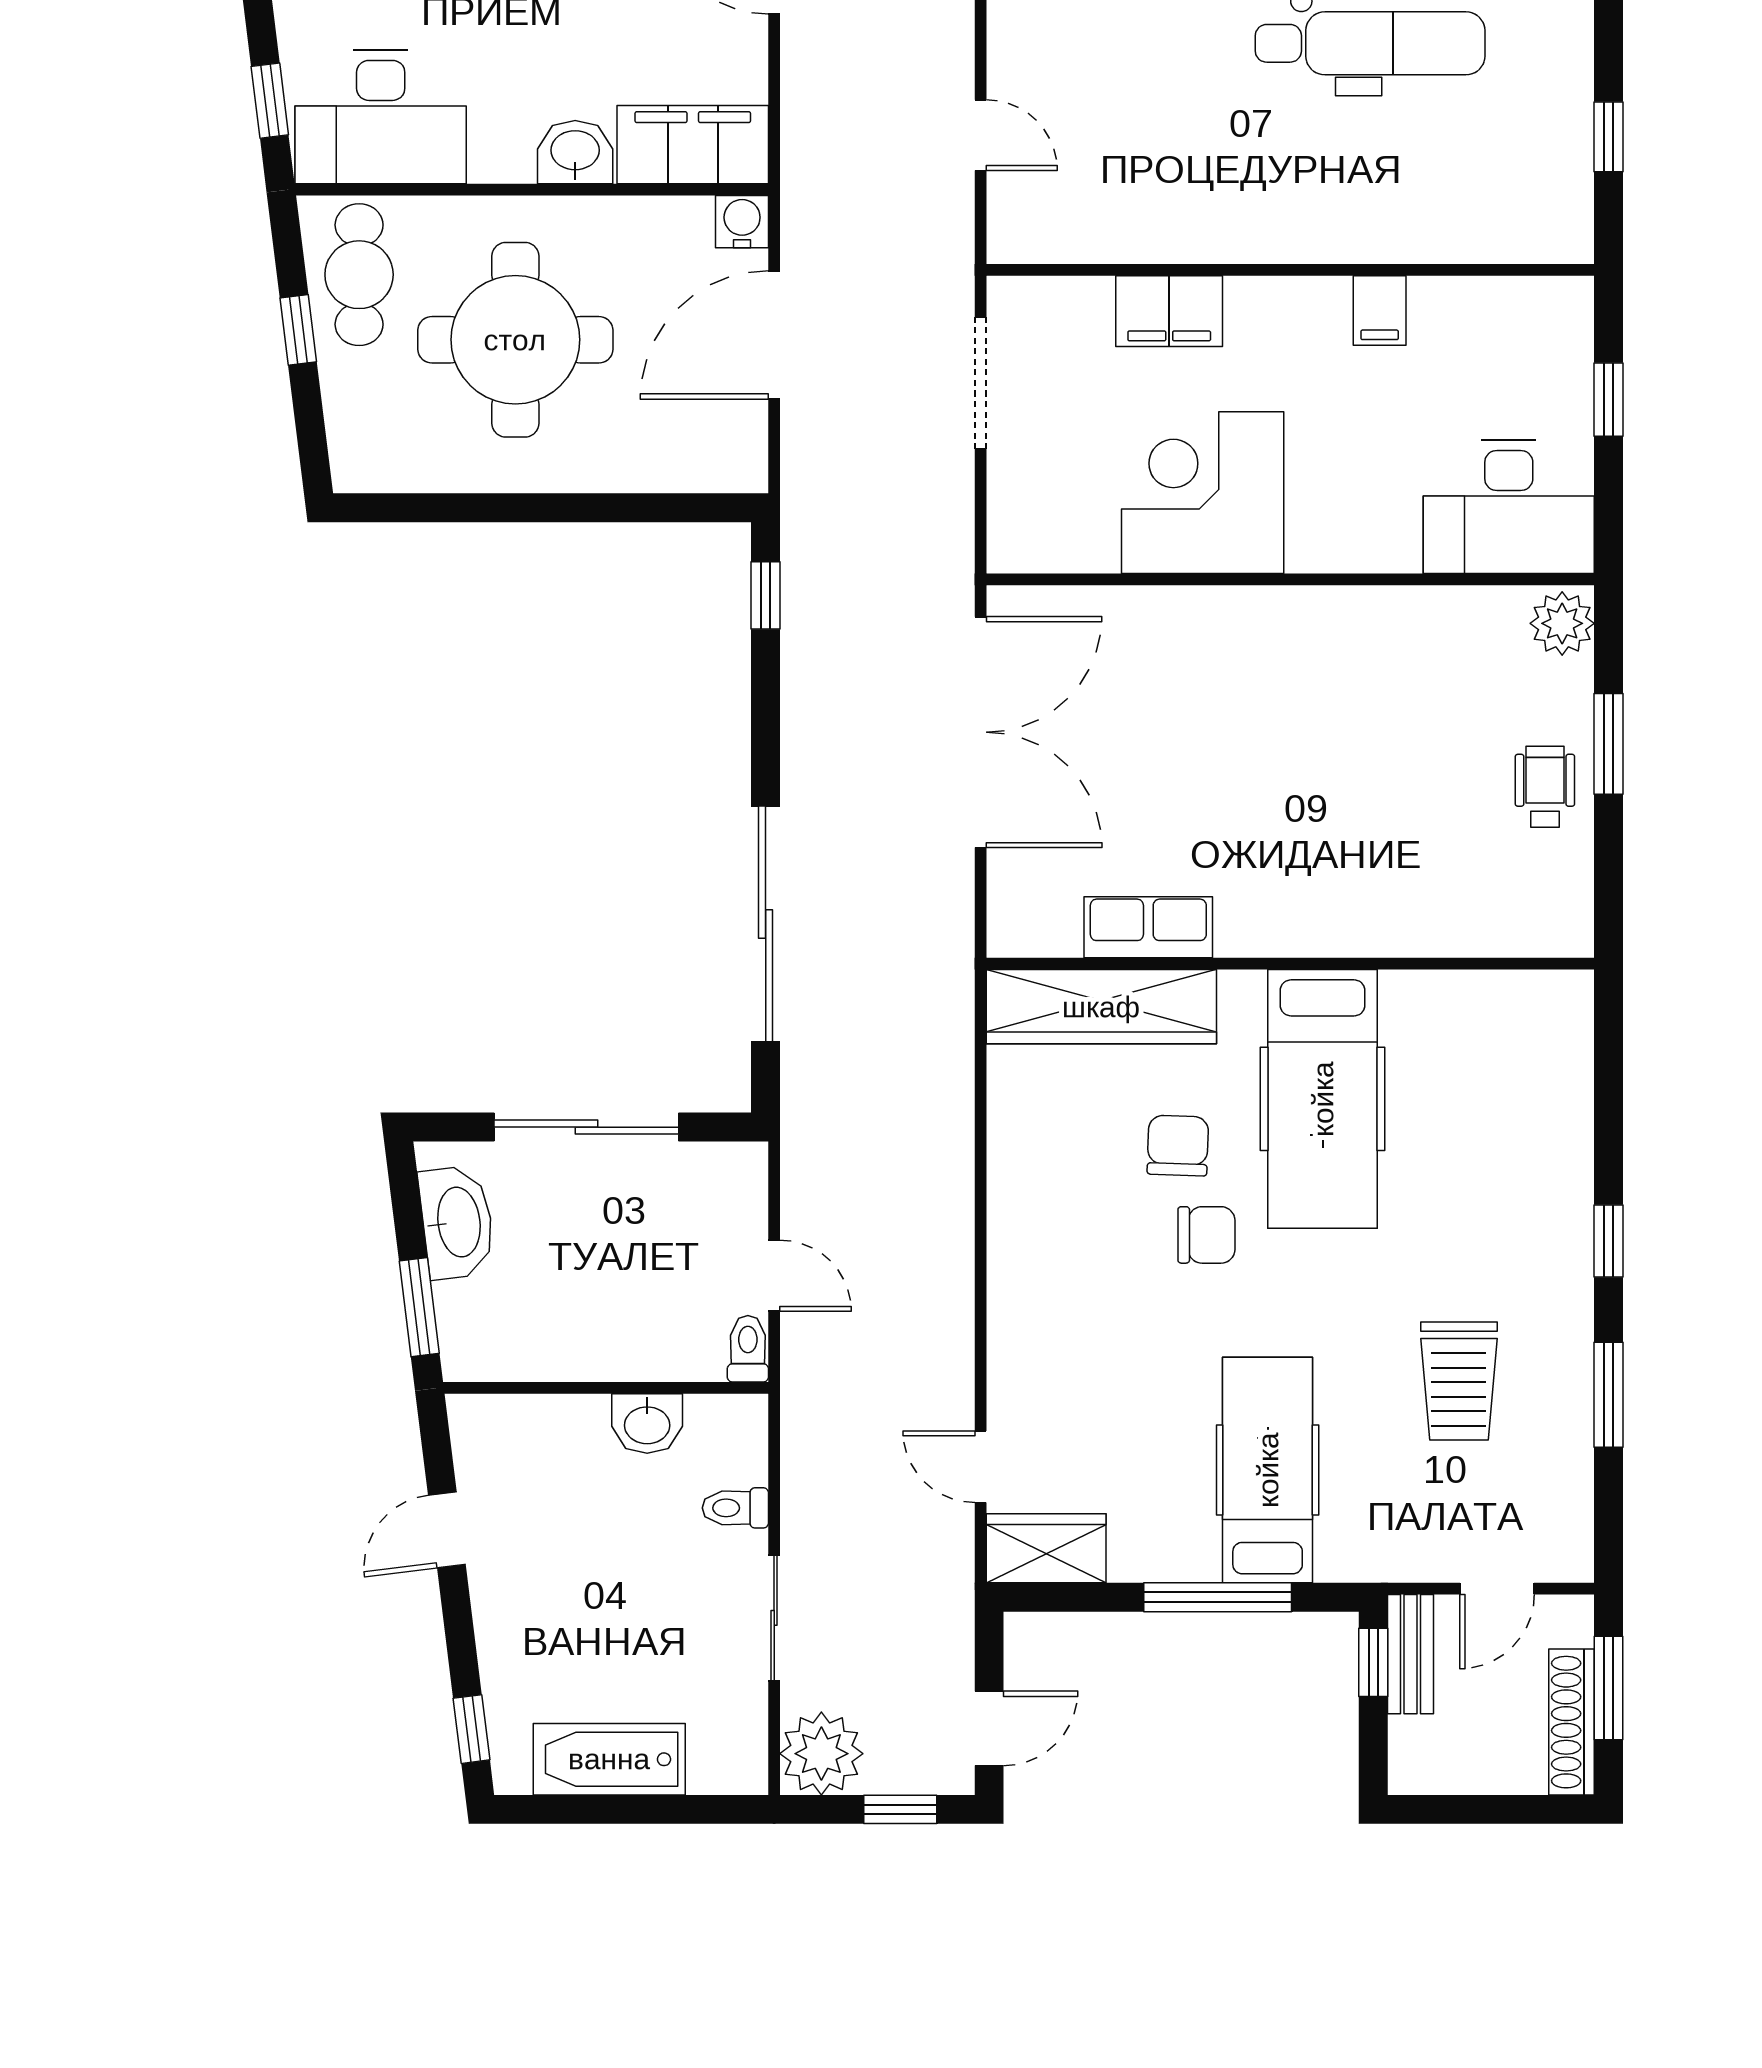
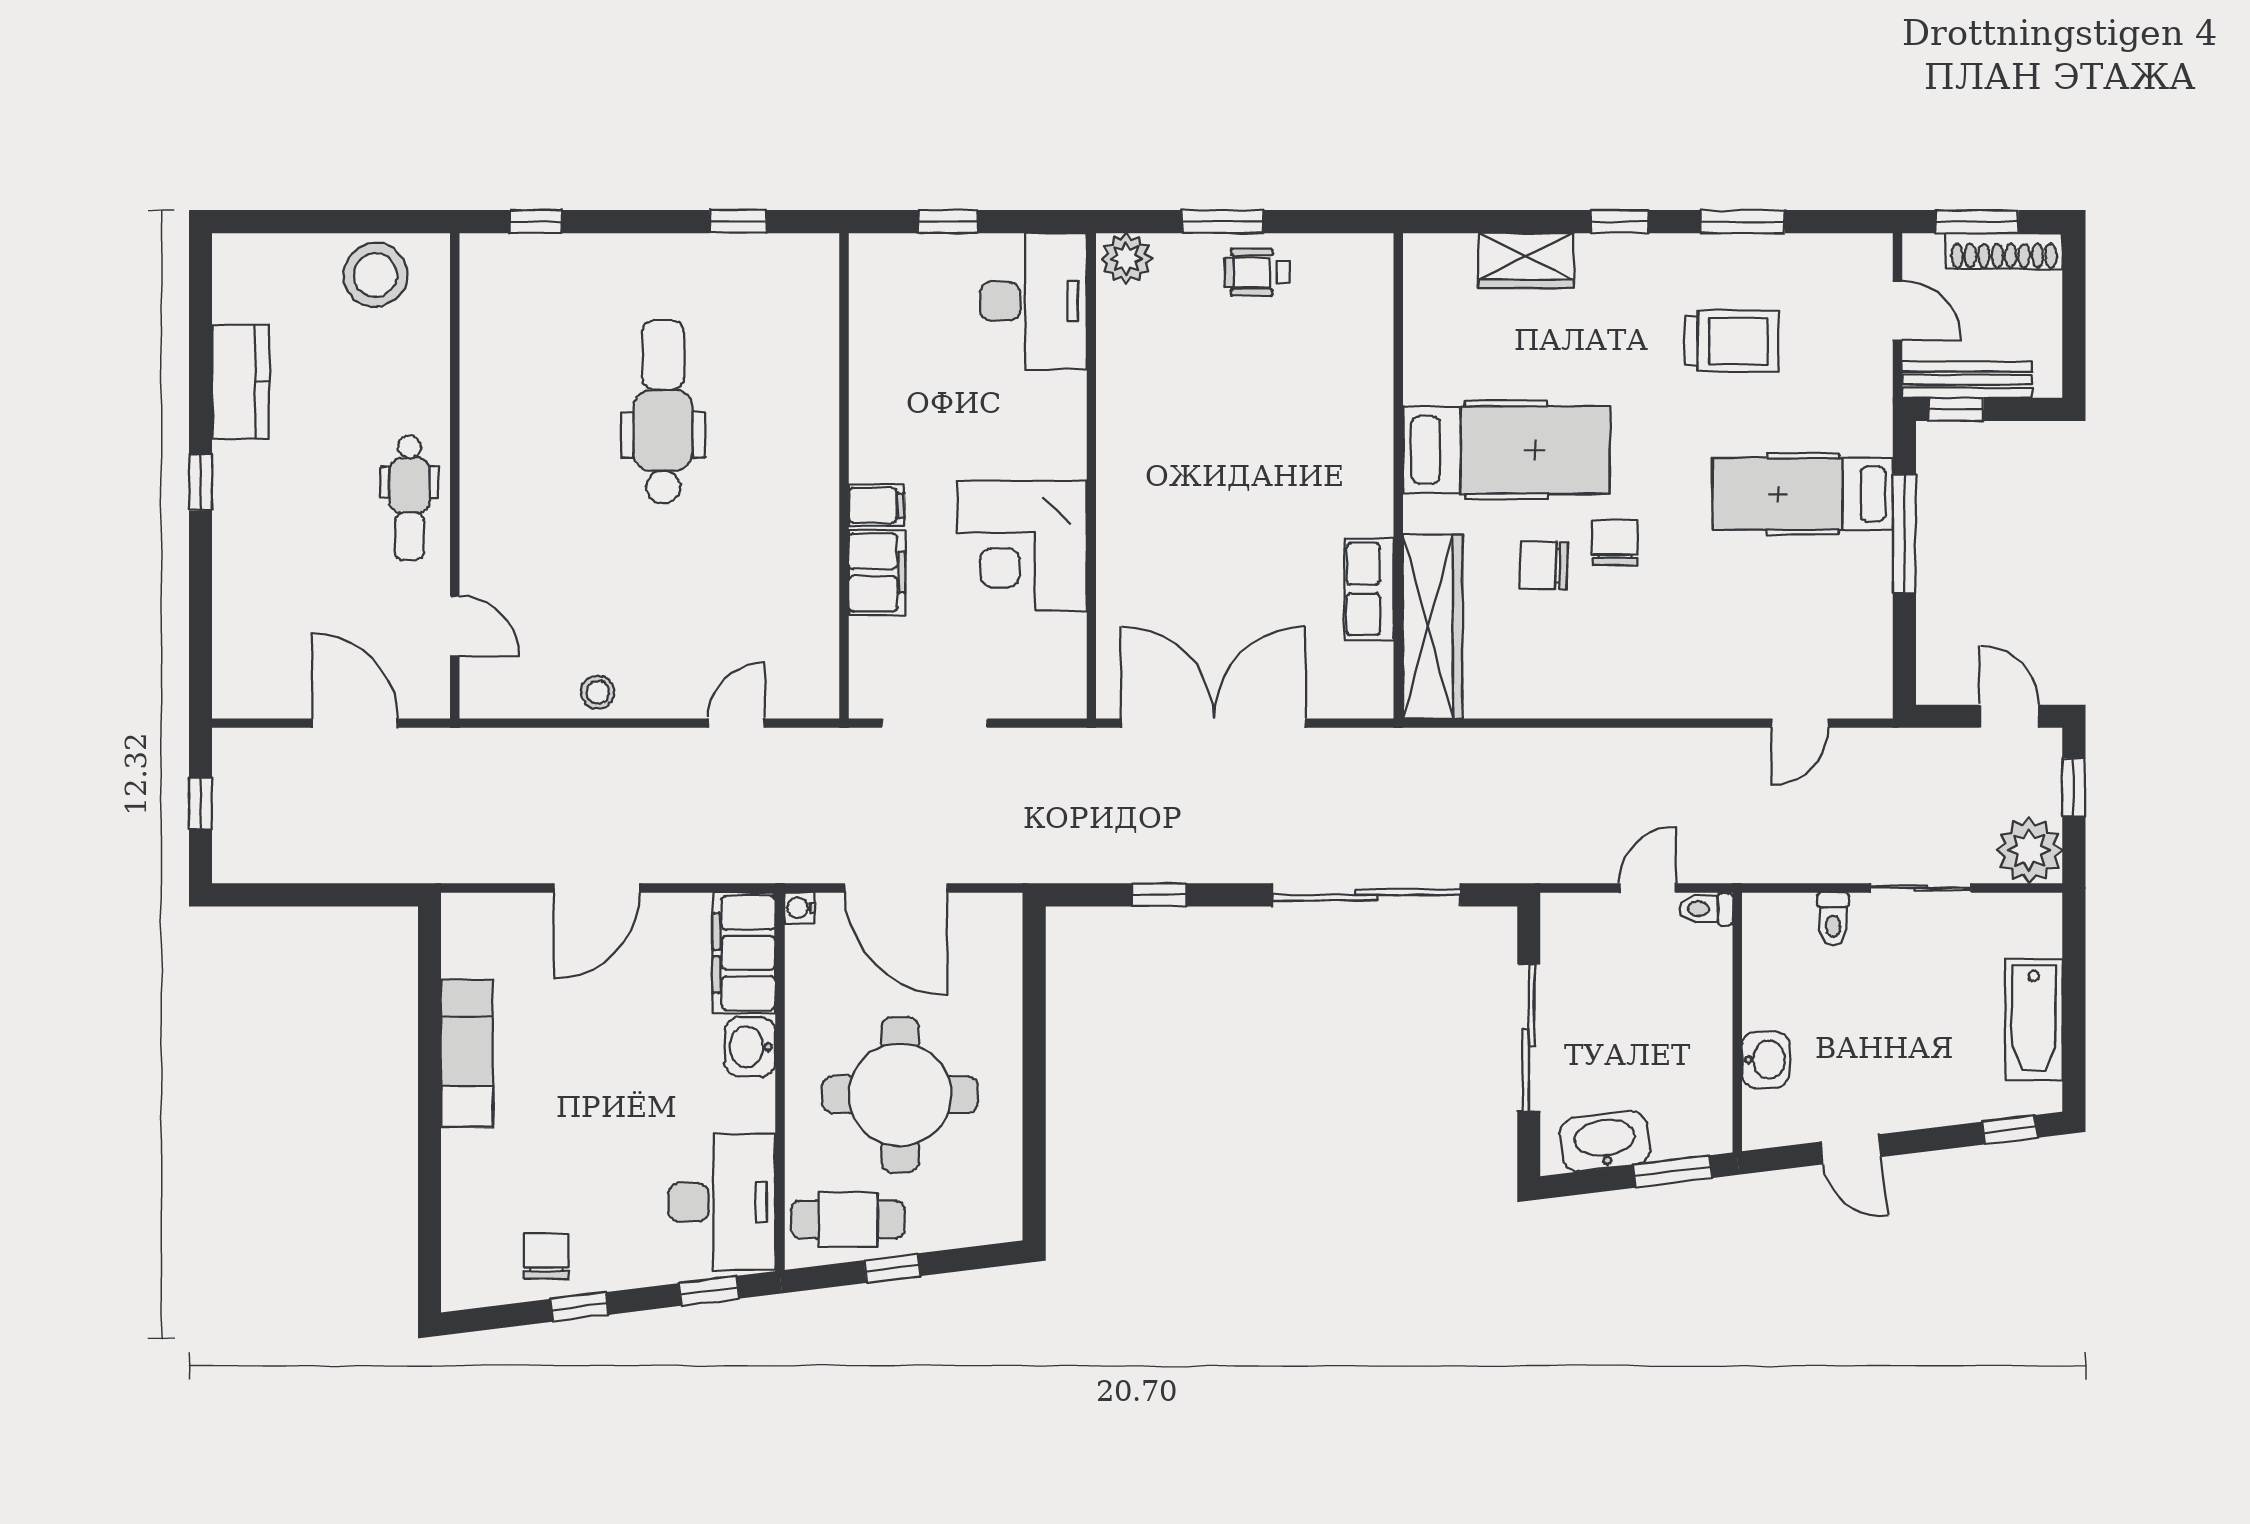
water cooler: (742, 222) -> (800, 908), width x0.72, depth x0.72
filing cabinet: (1380, 310) -> (876, 505), moved
window: (766, 595) -> (1159, 895), moved
washbasin: (647, 1424) -> (1766, 1060), moved
wardrobe: (1046, 1548) -> (1526, 261), moved, turned -90
bench: (1410, 1654) -> (1967, 380), width x1.36

